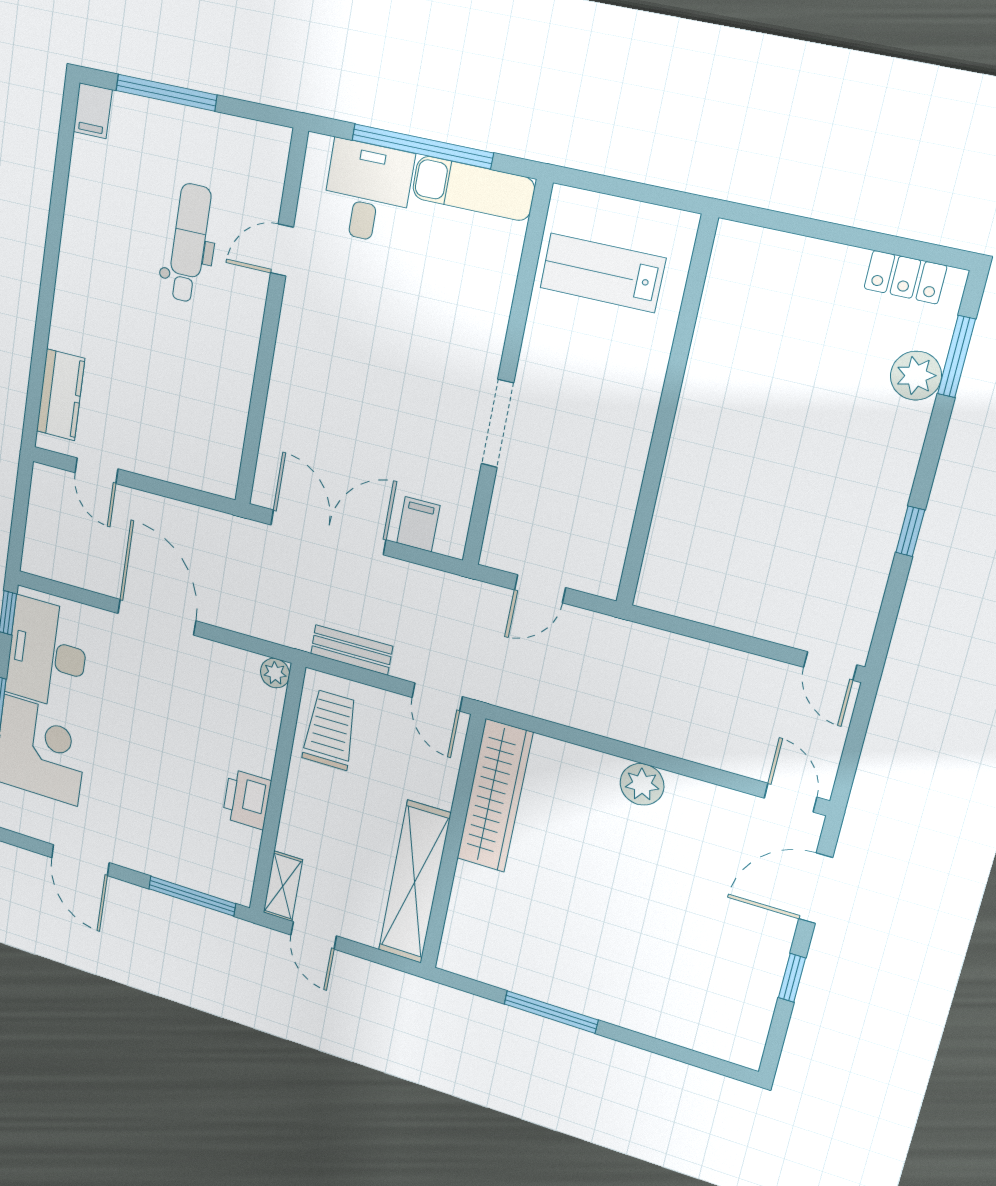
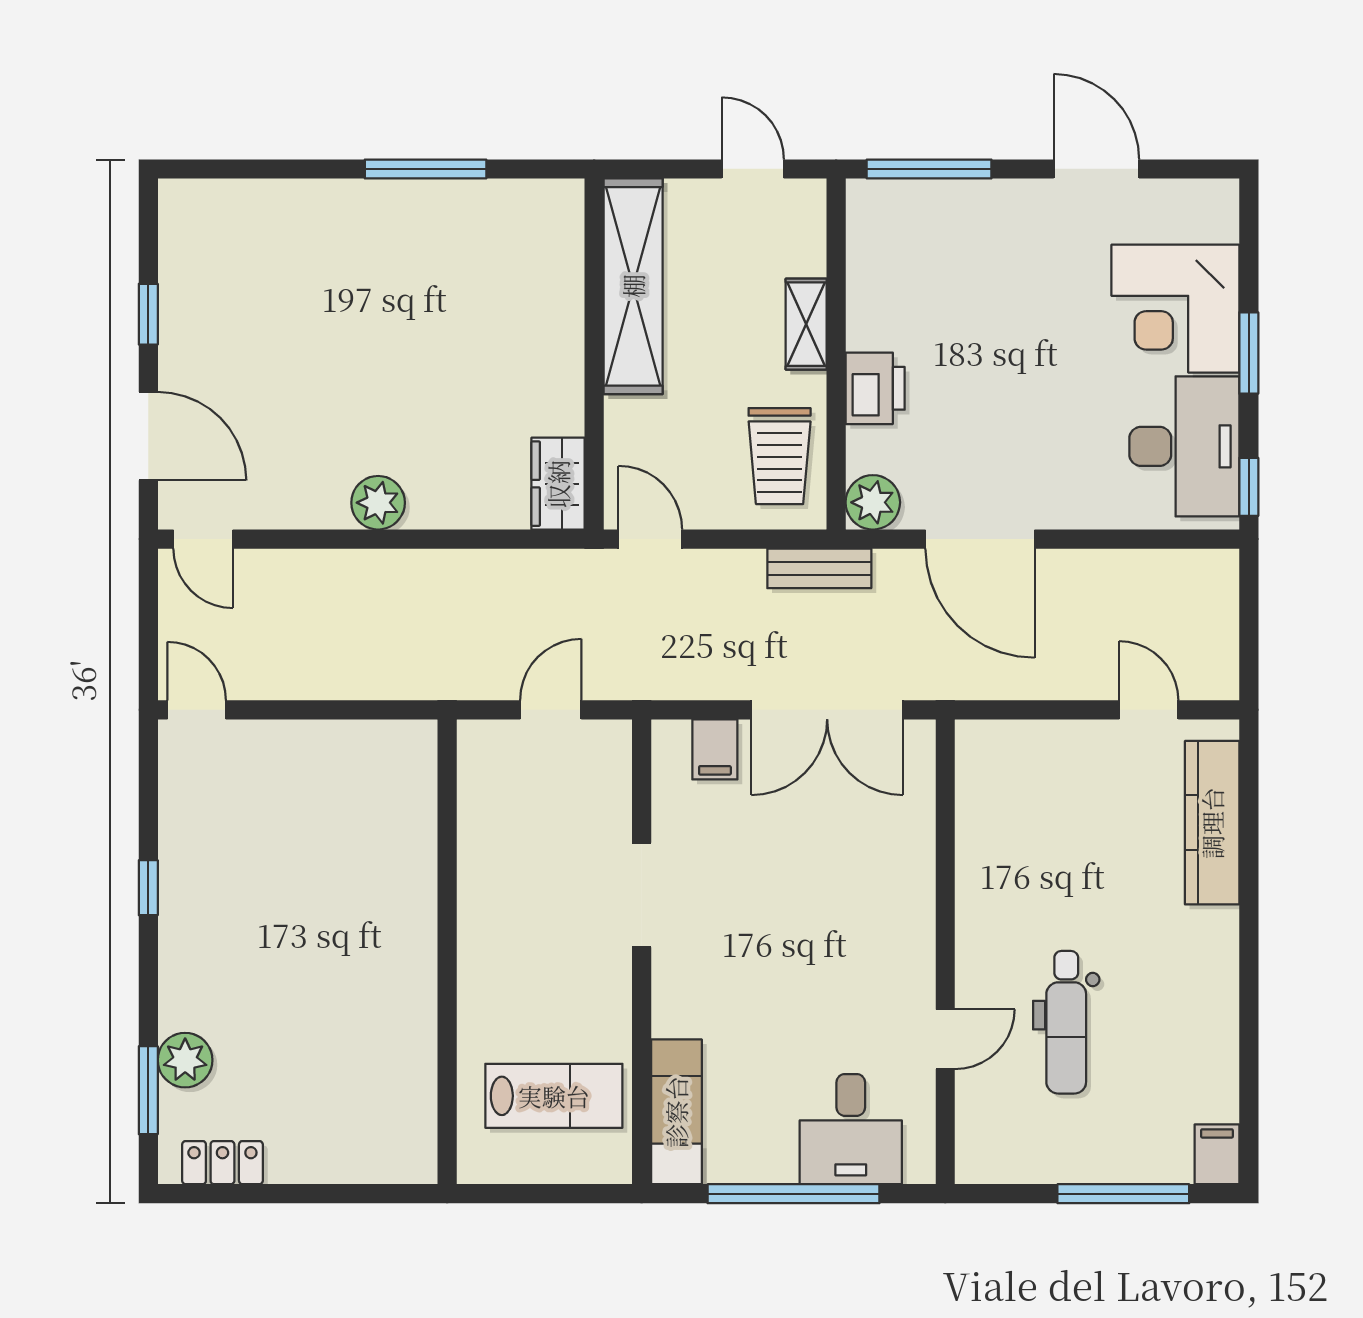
exam couch: (473, 188) -> (676, 1112), moved, turned 90
kitchen counter: (61, 395) -> (1212, 823), width x1.50
door: (157, 617) -> (980, 539), moved
bench: (352, 650) -> (819, 568), moved
plant: (275, 673) -> (873, 502), width x1.38, depth x1.38
wardrobe: (495, 796) -> (558, 484), width x0.48, depth x0.85
printer: (247, 799) -> (875, 388), moved
shelving: (283, 886) -> (806, 324), moved
door: (816, 888) -> (148, 436), hinge flipped

